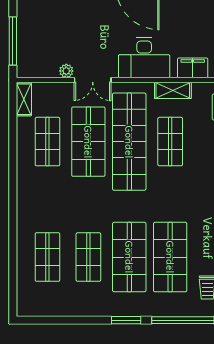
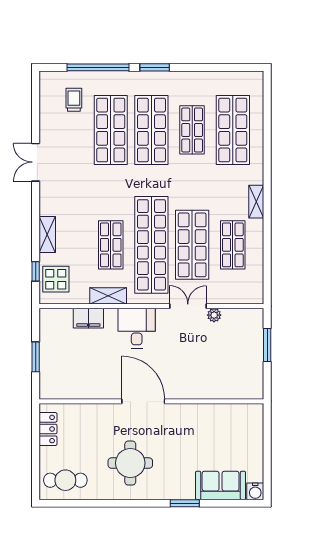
window: (13, 41) -> (267, 345), width x0.69
desk: (144, 58) -> (137, 328), width x0.73
shelving: (24, 99) -> (256, 202), moved
shop shelf: (47, 257) -> (233, 130), width x1.43, depth x1.36

